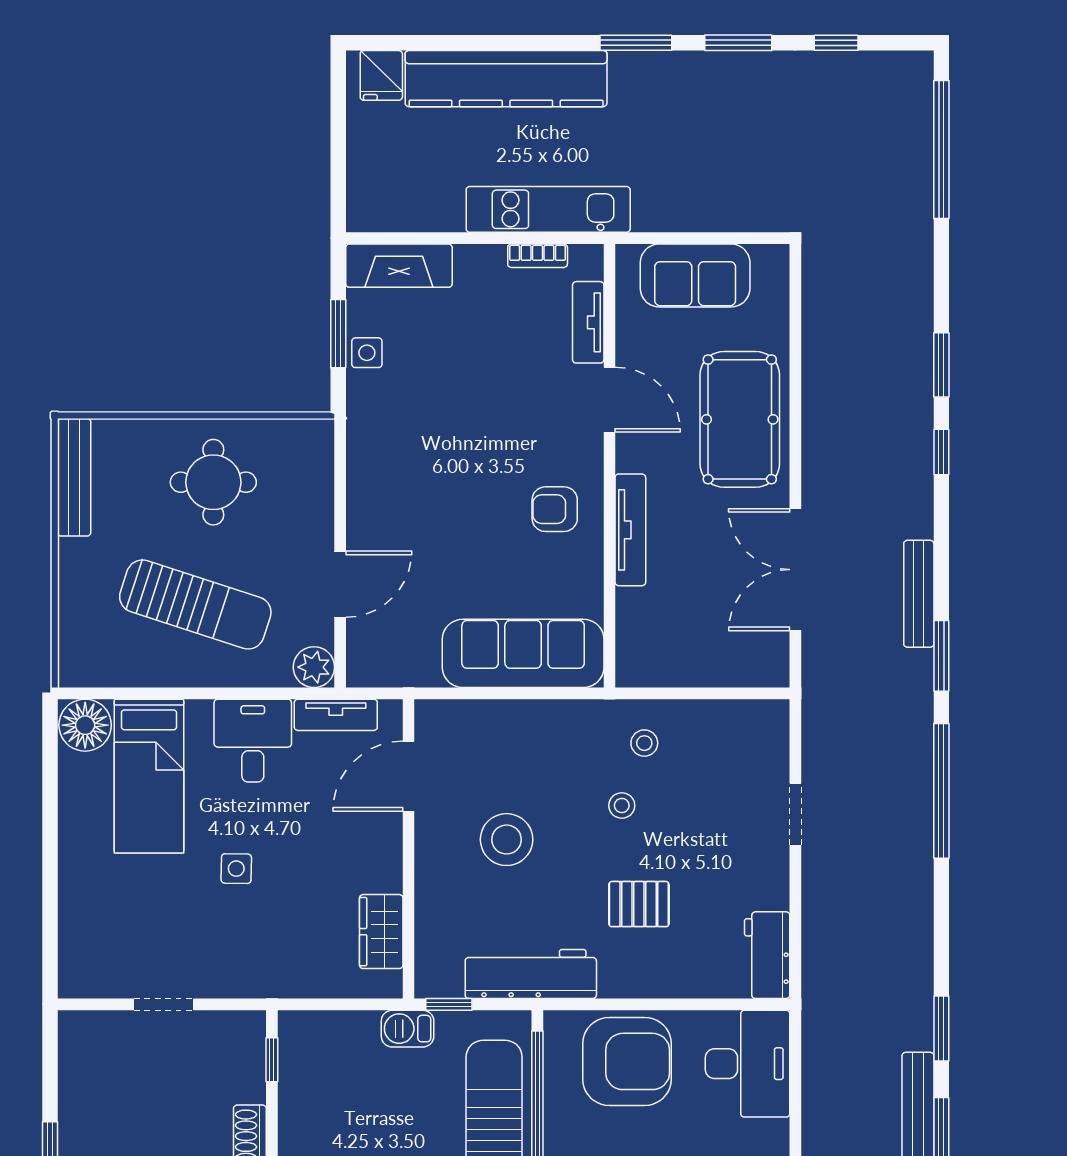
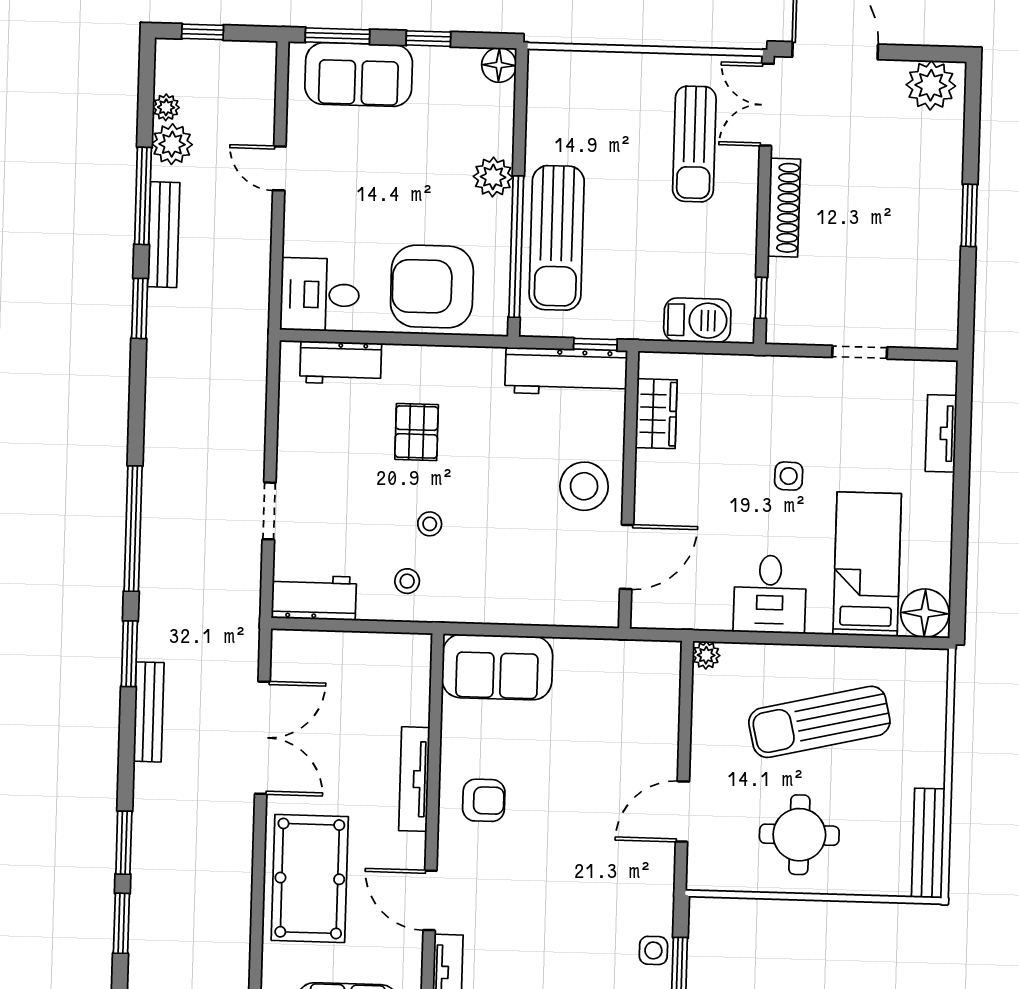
window: (941, 452) -> (124, 843), width x1.50
door: (340, 584) -> (682, 812), moved
sun lounger: (195, 604) -> (819, 722), turned -31
sofa: (523, 653) -> (497, 667), width x0.73
plant: (314, 667) -> (706, 655), width x0.73, depth x0.73
tv unit: (336, 715) -> (941, 433), moved, turned -90
workbench: (744, 722) -> (314, 597), added
stool: (507, 840) -> (584, 486), moved
pallet: (639, 904) -> (417, 432), turned 90
workbench: (767, 955) -> (341, 363), moved, turned 90
workbench: (531, 974) -> (566, 372), moved
barbecue: (408, 1029) -> (697, 320), moved, width x1.38, depth x1.27
desk: (748, 1064) -> (320, 295), width x0.73

